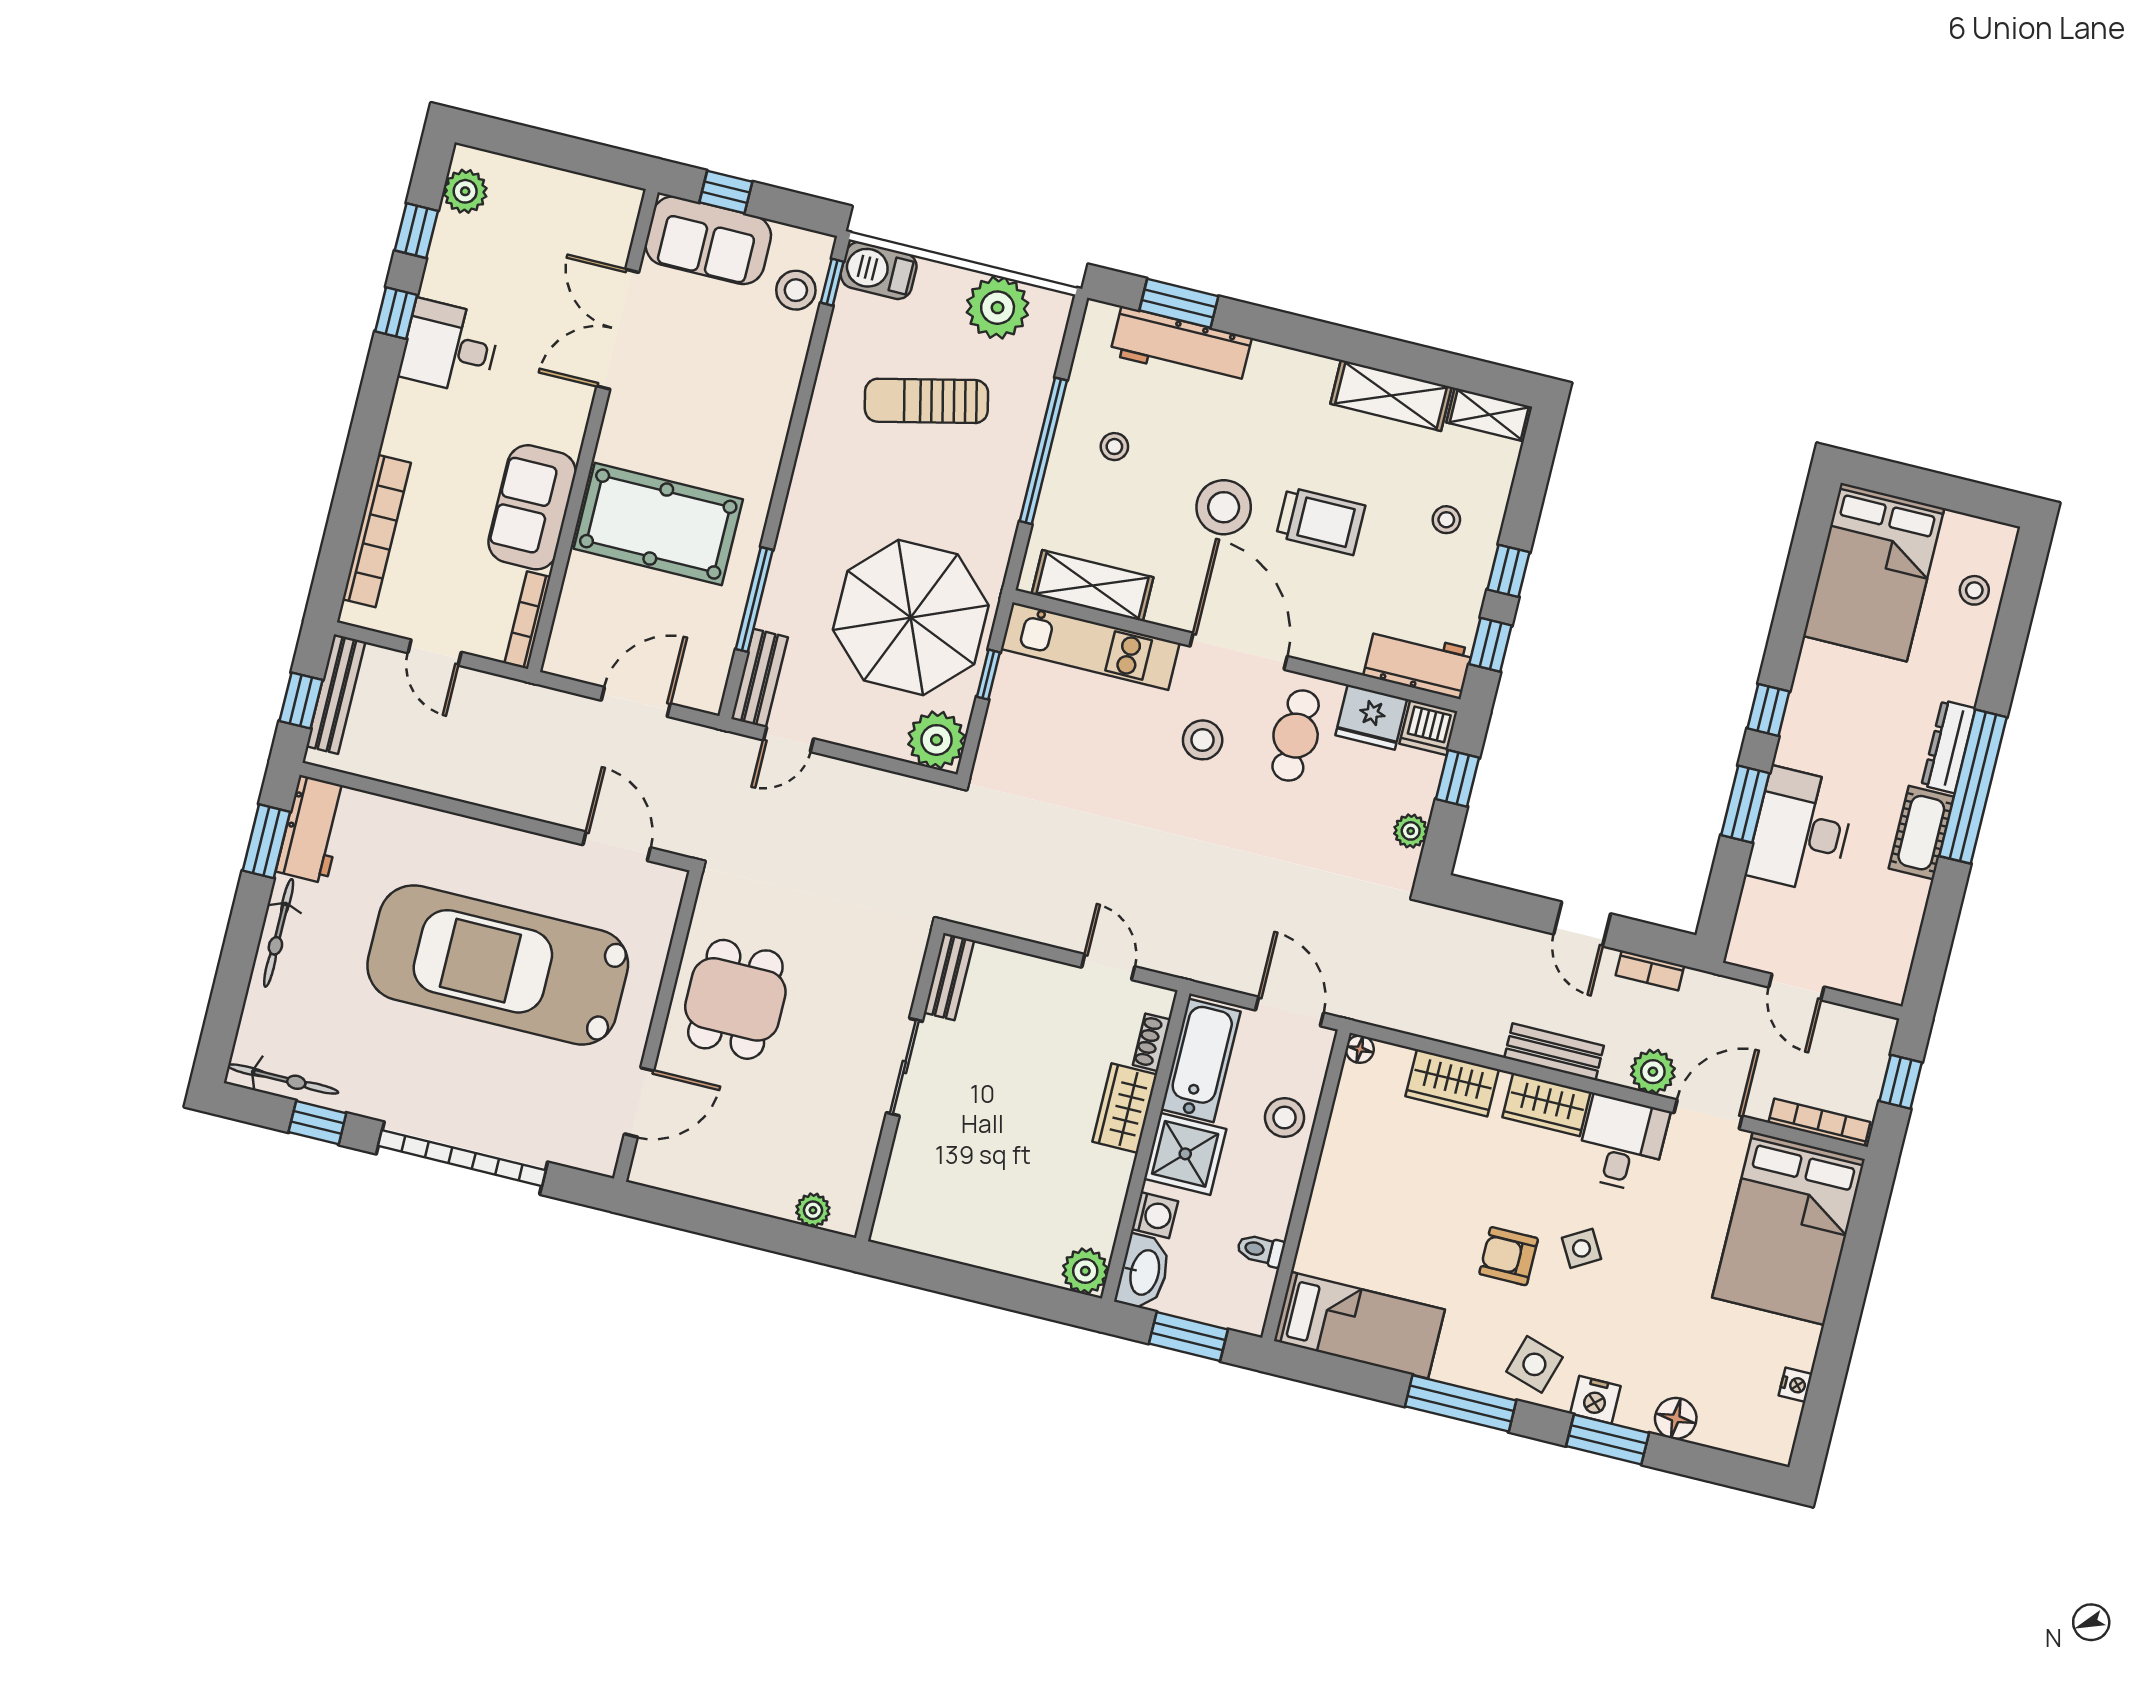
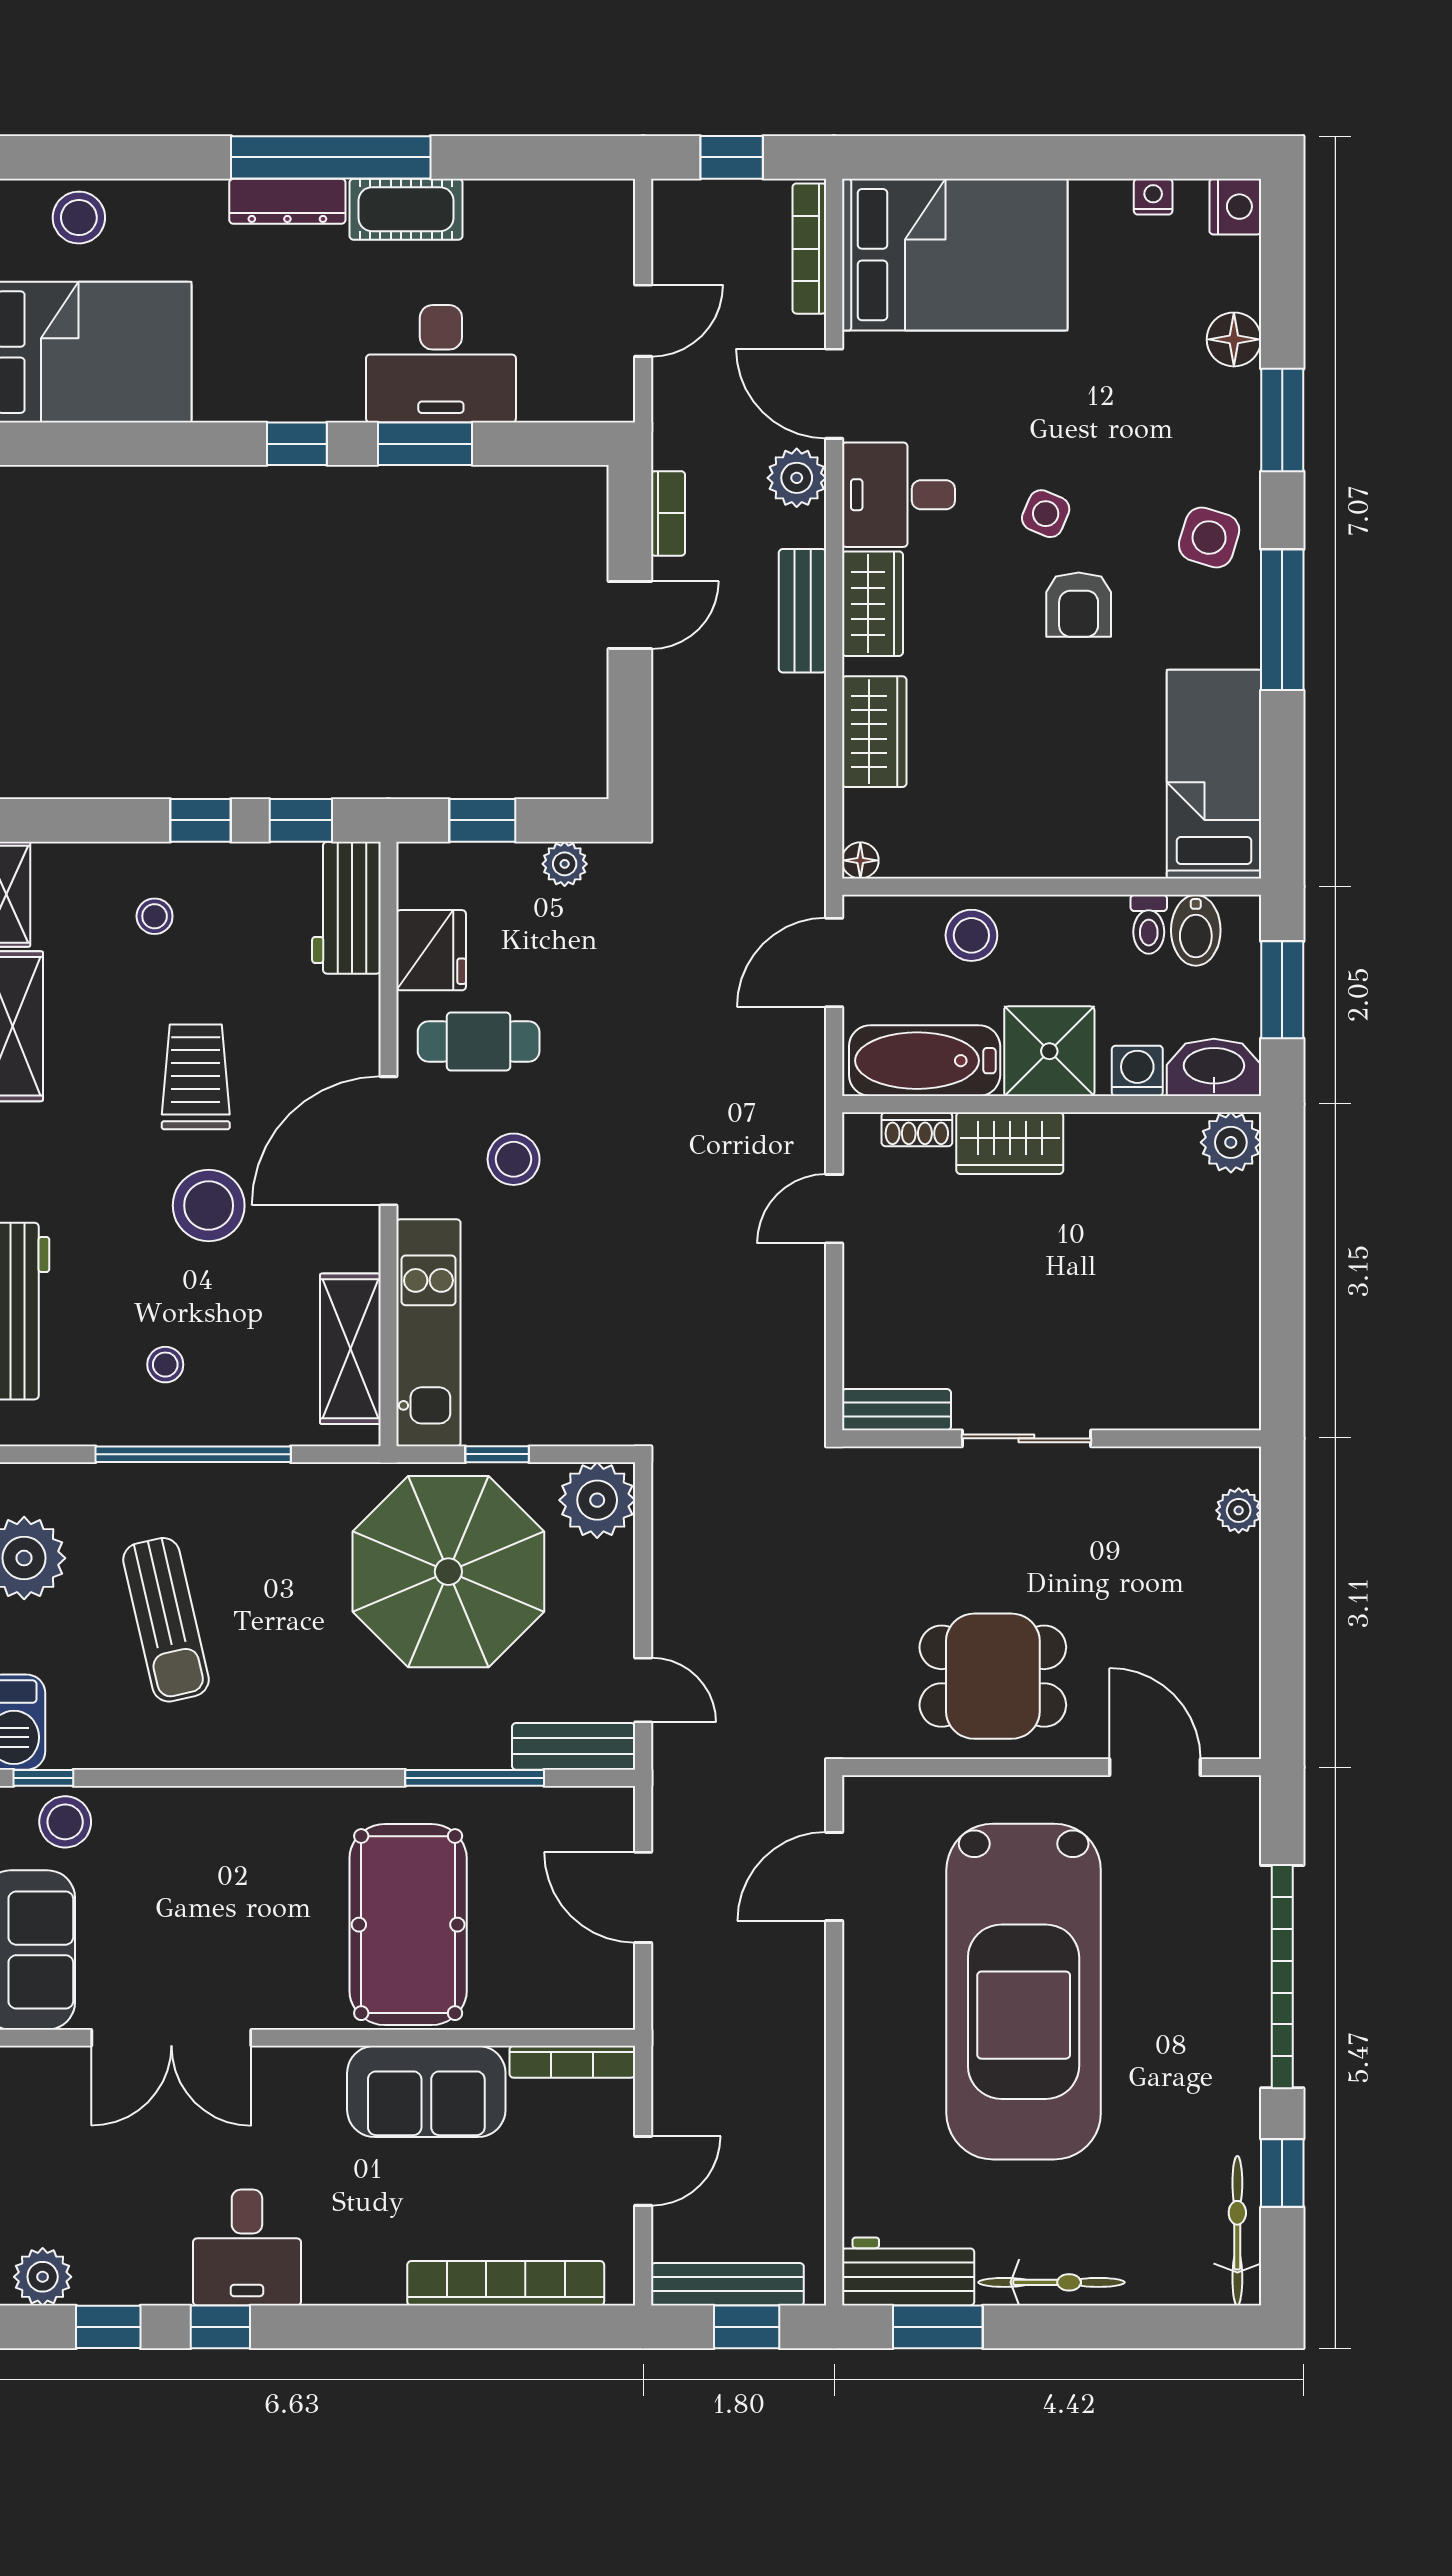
stool: (1974, 590) -> (79, 218), width x1.37, depth x1.37
dishwasher: (1428, 728) -> (426, 874), removed
side table: (1582, 1248) -> (1046, 514), turned -37
bidet: (1248, 1284) -> (1196, 930), added
nightstand: (1595, 1400) -> (1235, 207), moved

